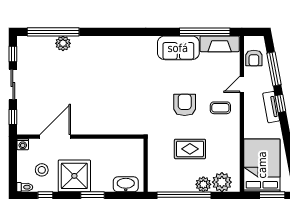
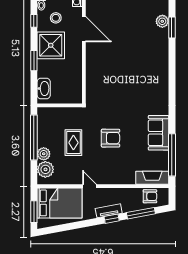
window: (53, 32) -> (172, 27), width x0.47
plant: (63, 43) -> (162, 21), moved
fireplace: (220, 44) -> (152, 178), moved, turned 90
armchair: (254, 58) -> (150, 196), turned 180
door: (242, 84) -> (89, 186), moved
coffee table: (220, 108) -> (108, 168), removed

